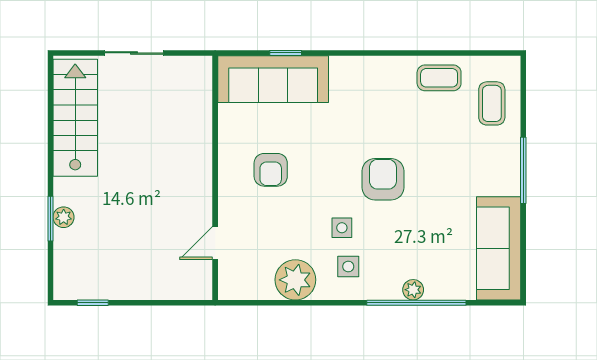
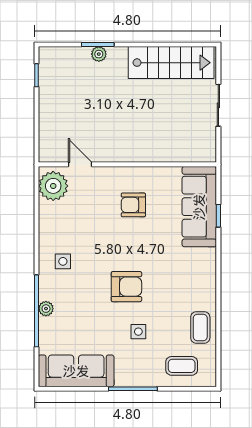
side table: (342, 228) -> (138, 332), moved
plant: (295, 280) -> (53, 186), moved

